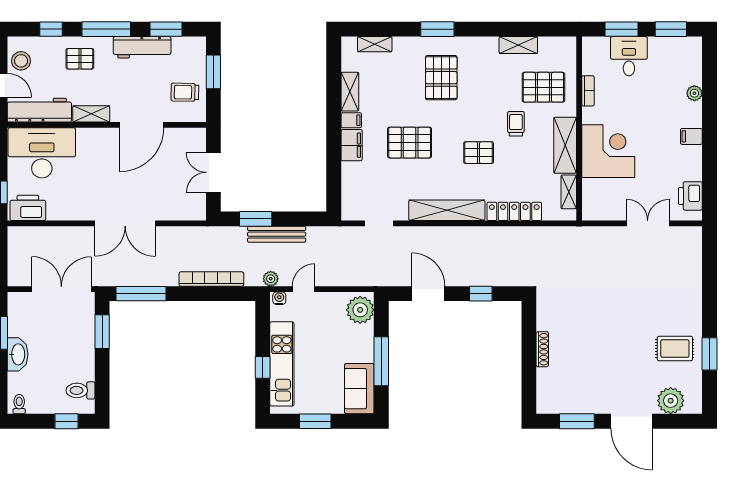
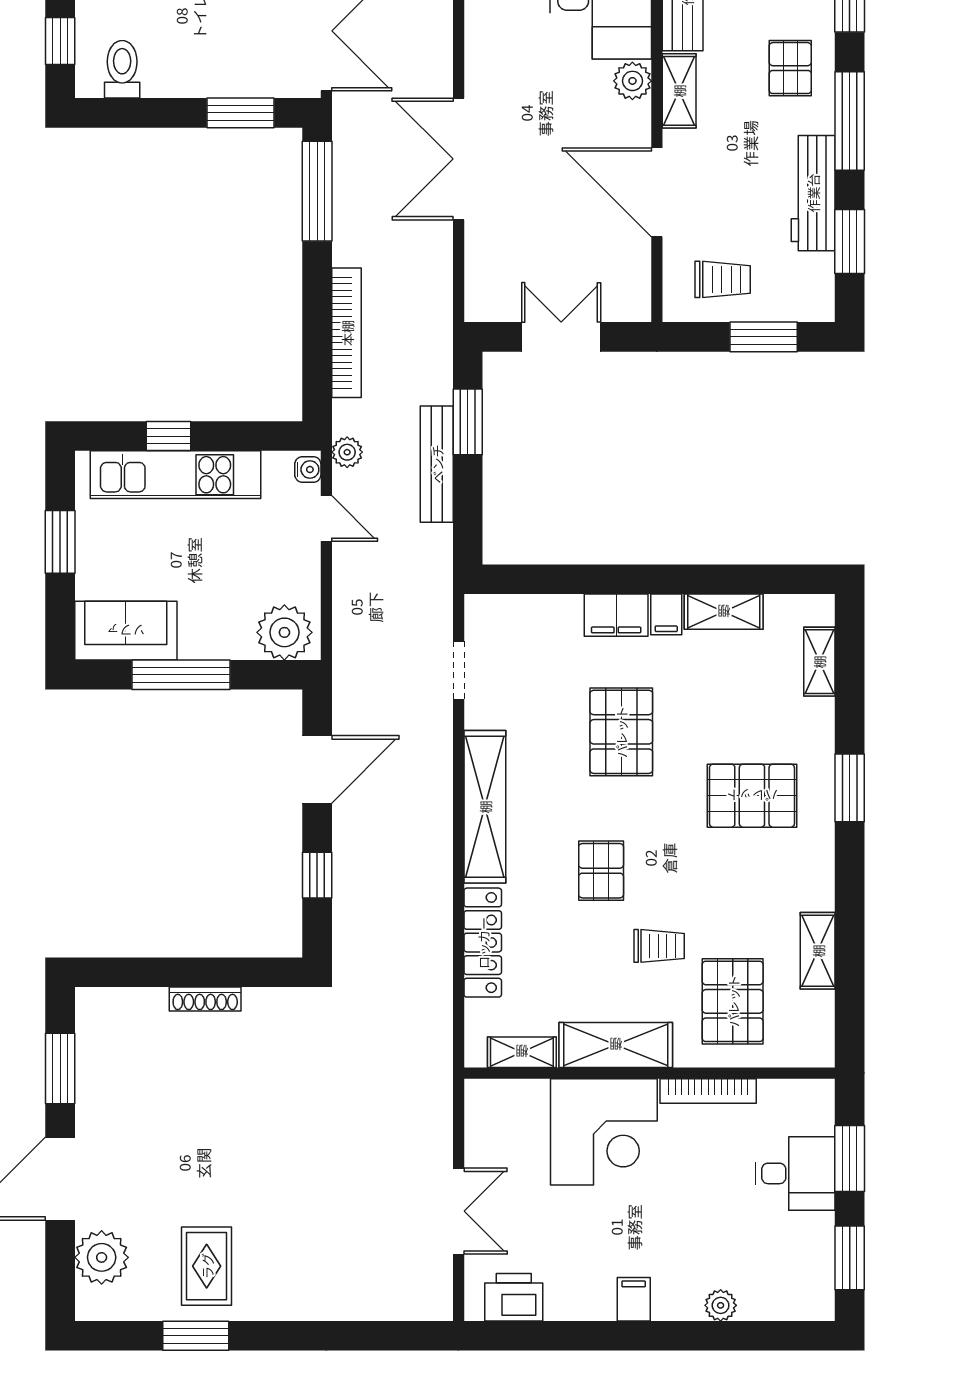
bookcase: (588, 91) -> (708, 1091), width x1.56
trolley: (185, 92) -> (723, 279), turned 89
plant: (86, 137) -> (632, 81), added

